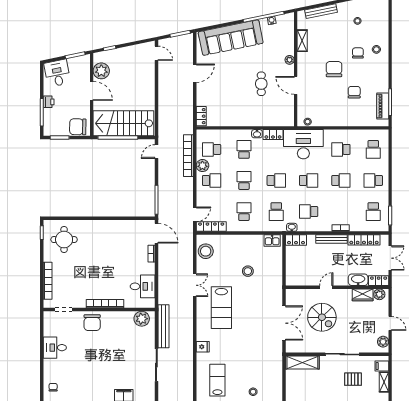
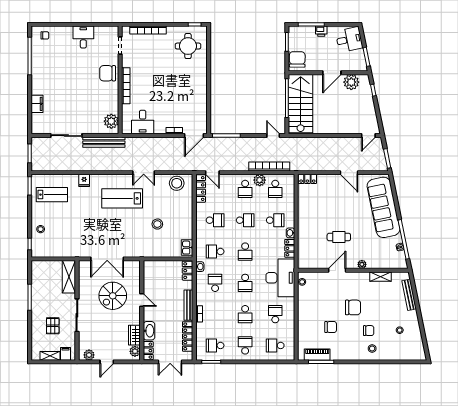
school desk: (212, 149) -> (275, 189), turned 180

